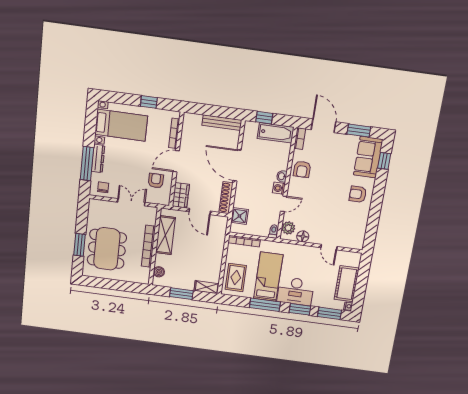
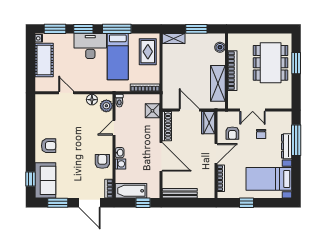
chair: (103, 187) -> (261, 134), moved
washing machine: (279, 188) -> (120, 164), moved

